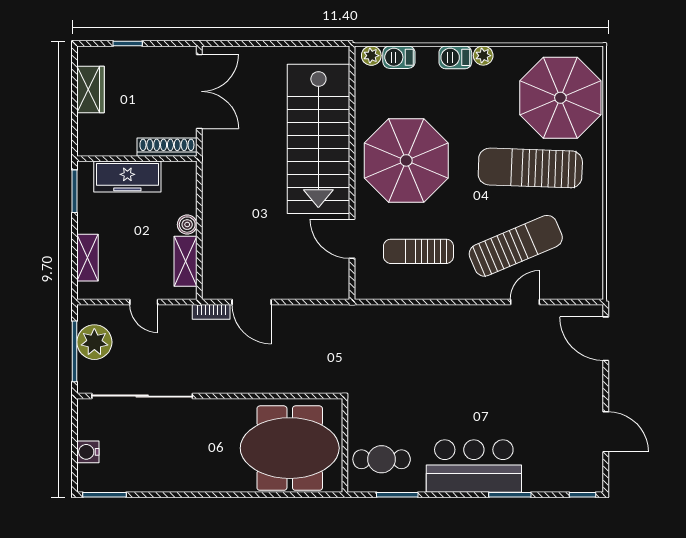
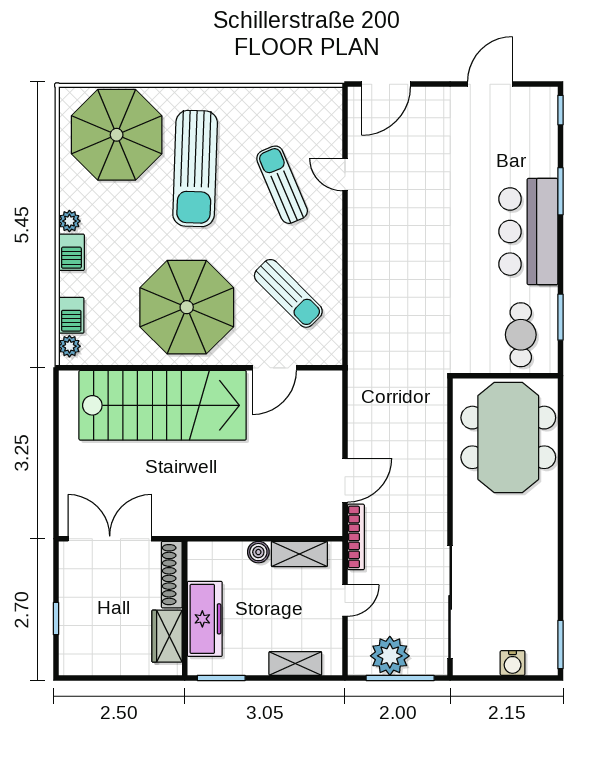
wardrobe: (90, 89) -> (167, 636), moved, turned -90
sun lounger: (516, 246) -> (282, 185), width x0.73, depth x0.75
sun lounger: (418, 251) -> (288, 293), turned -45
bookcase: (211, 312) -> (356, 537), width x1.56

